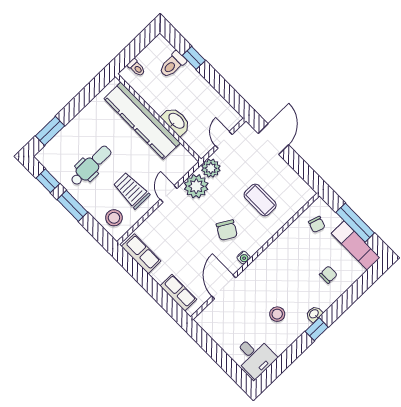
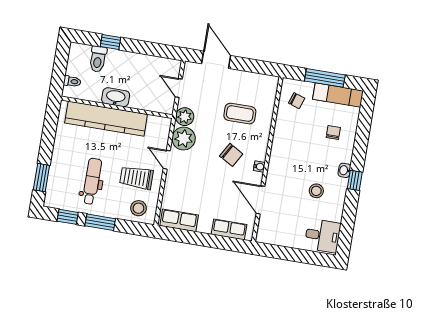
washbasin: (176, 121) -> (116, 97), moved

